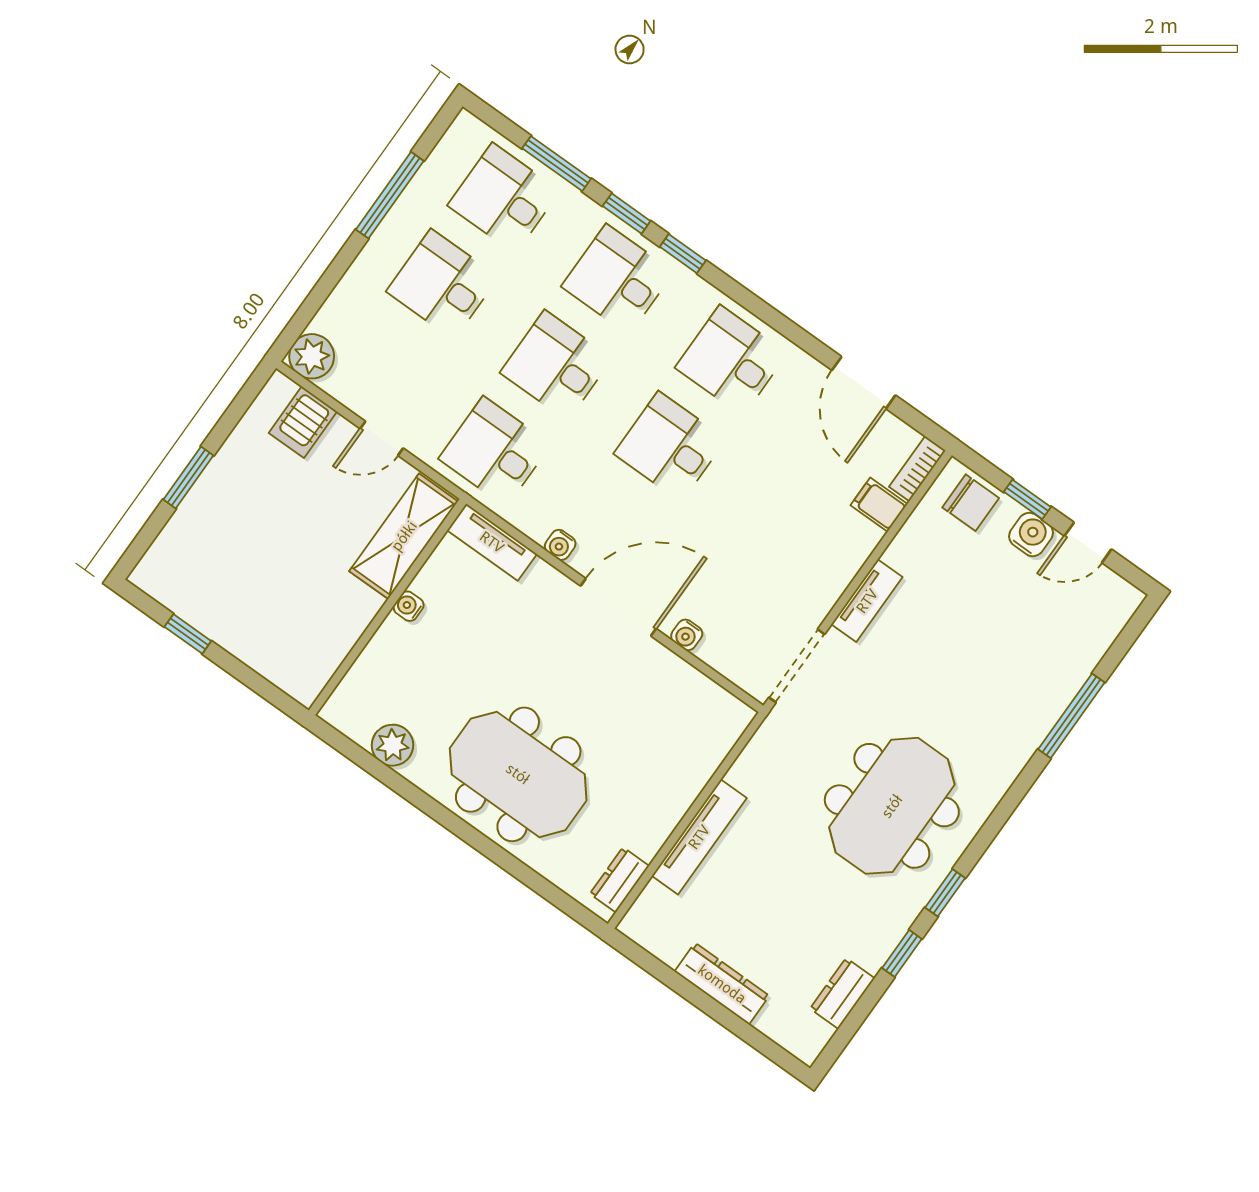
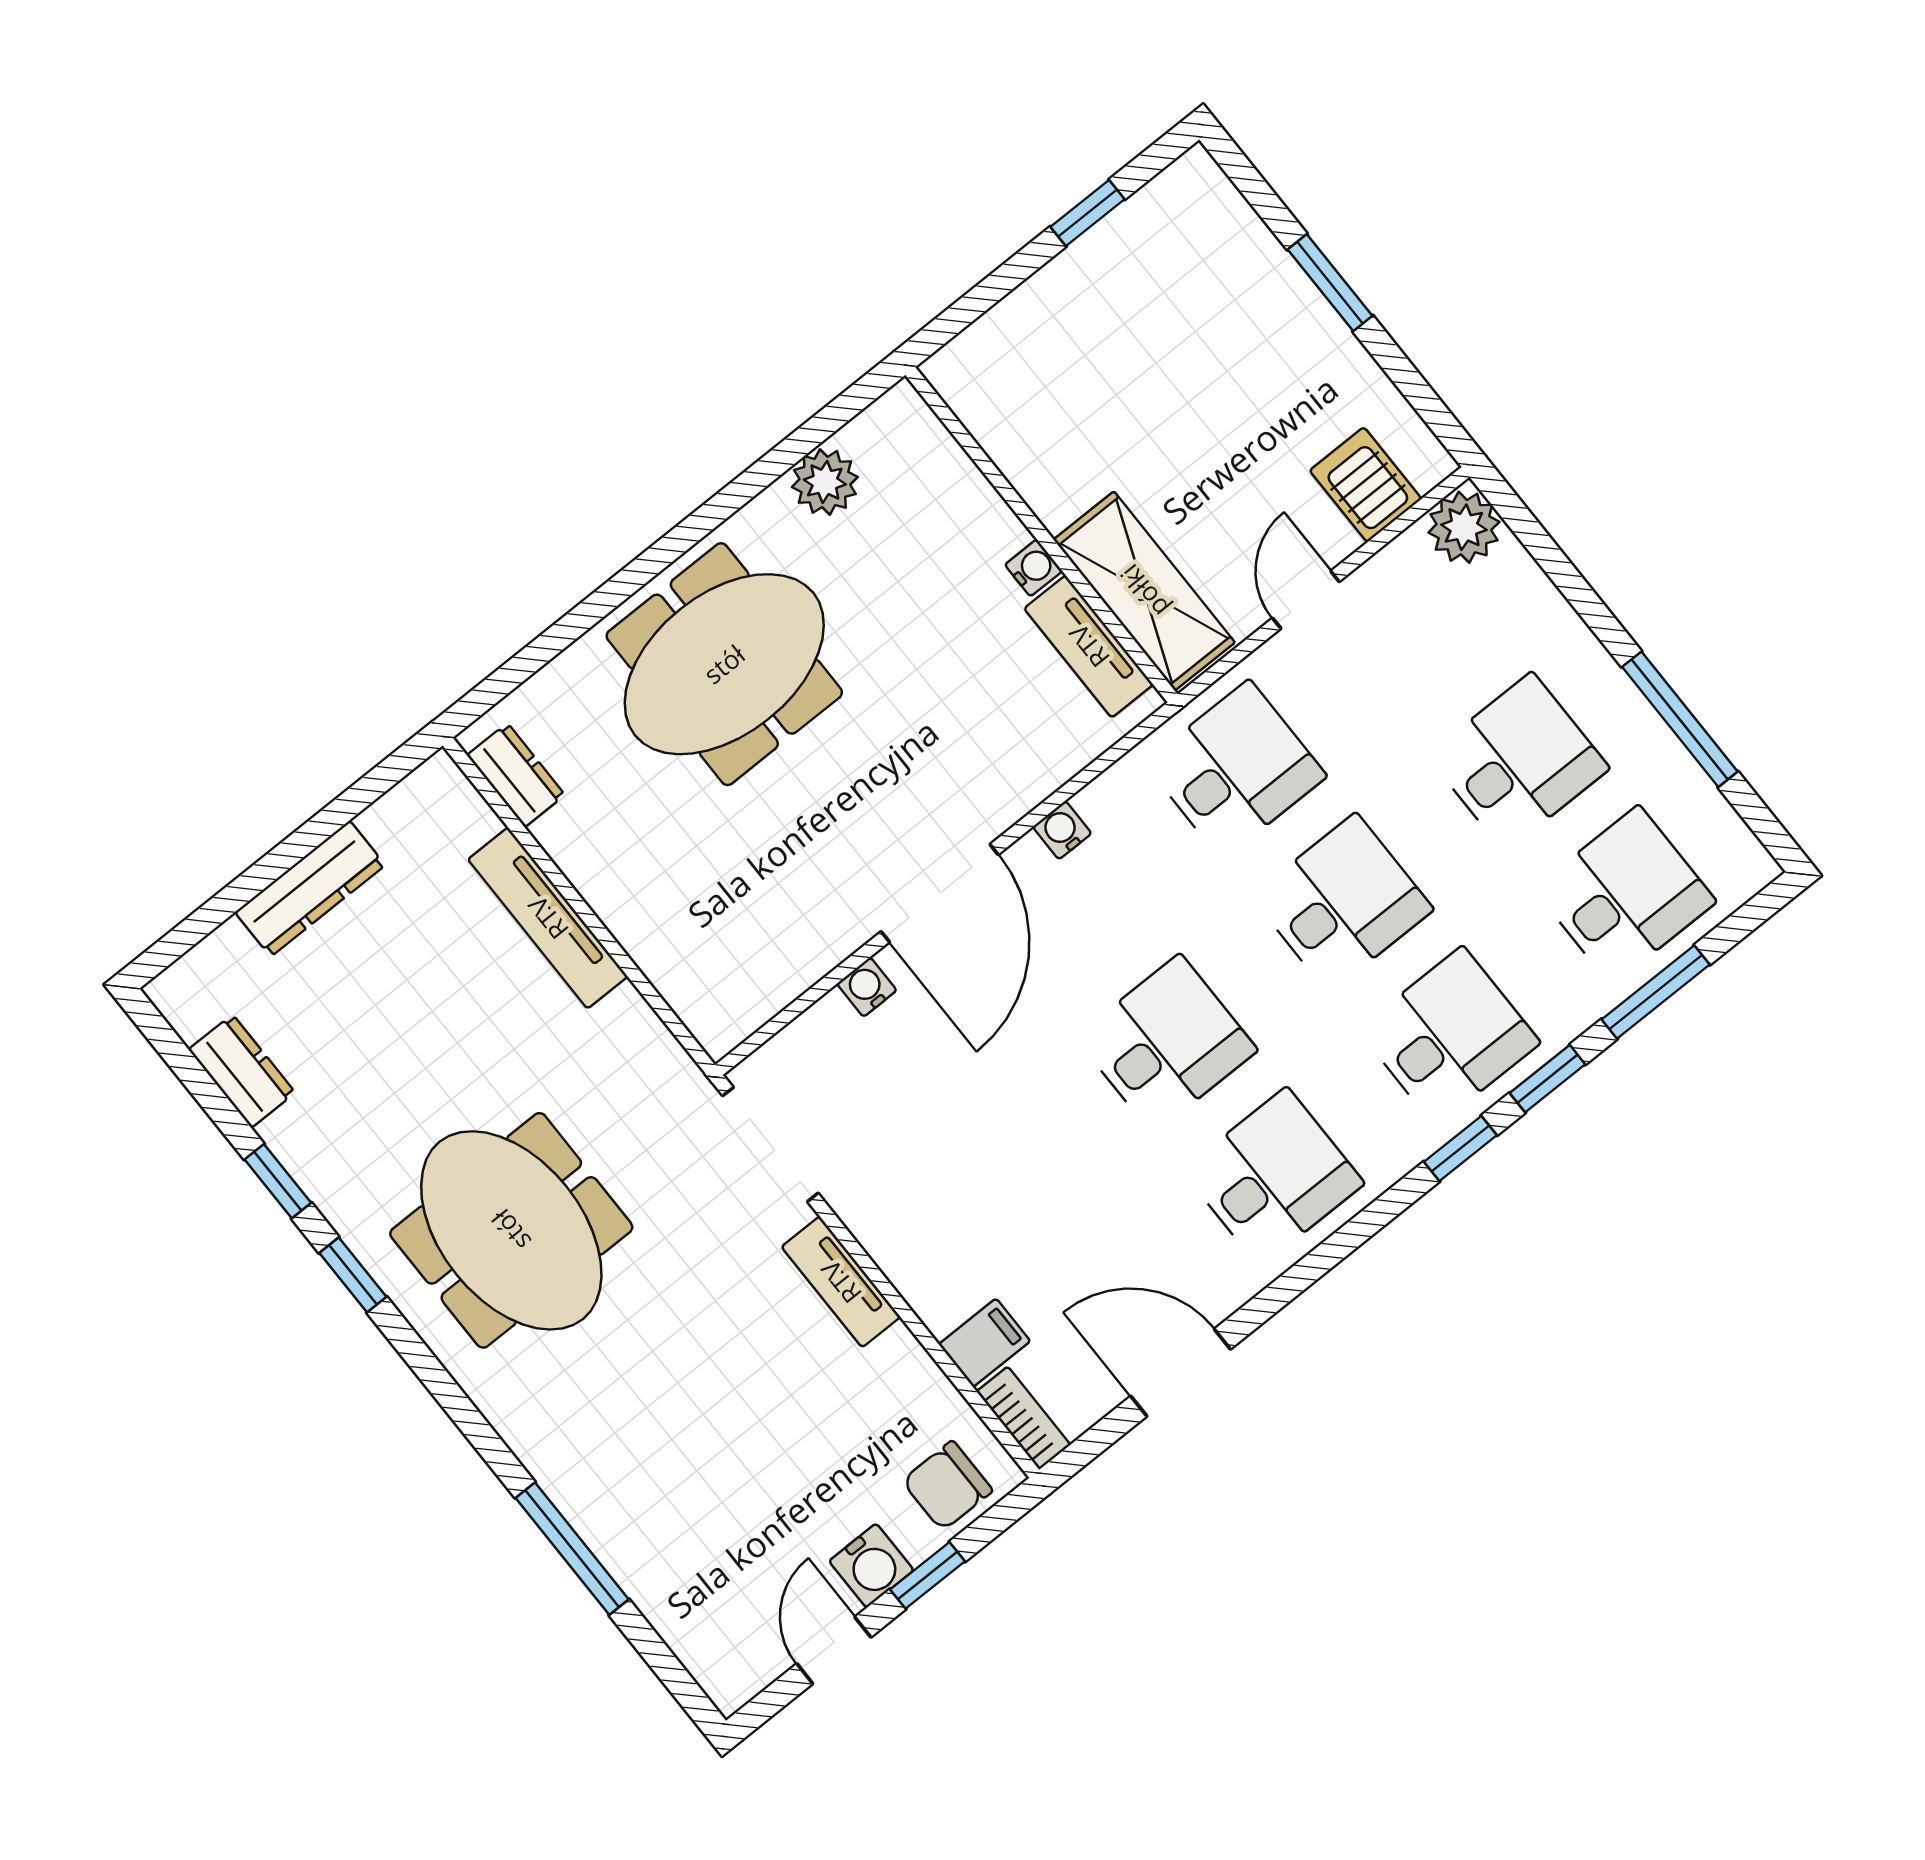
tv unit: (492, 542) -> (1089, 646), moved, turned -90

